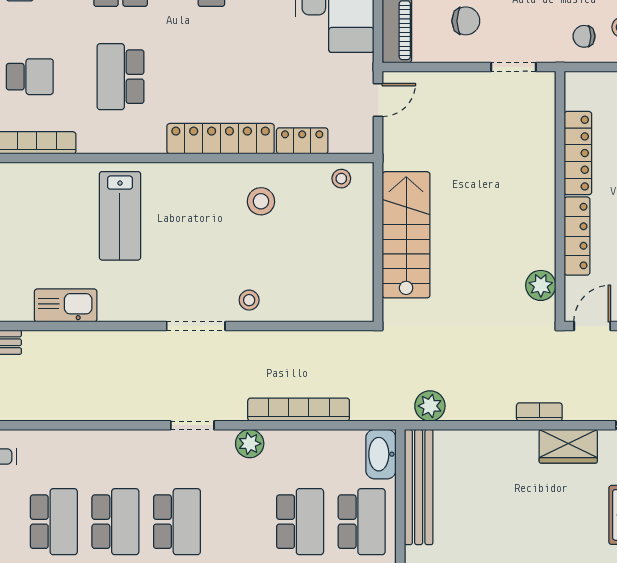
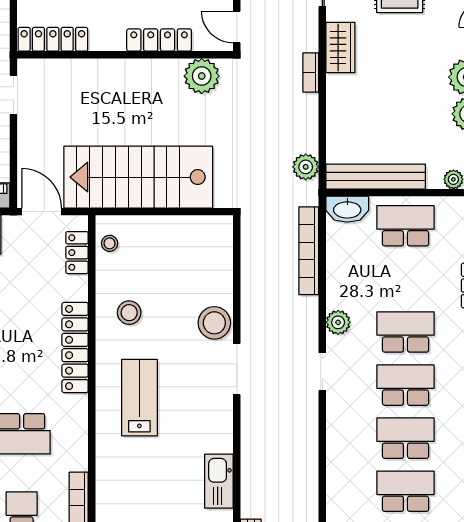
door: (378, 100) -> (42, 212), width x1.38
locker: (302, 141) -> (77, 253), moved
locker: (578, 153) -> (53, 39), moved
lab bench: (120, 216) -> (139, 398), moved, turned -90
stairs: (406, 235) -> (138, 177), width x1.36, depth x1.51
plant: (541, 285) -> (202, 76), width x1.36, depth x1.36
stool: (249, 300) -> (214, 323), width x1.89, depth x1.89
bookcase: (299, 410) -> (309, 251), moved
school desk: (300, 522) -> (405, 332), moved

